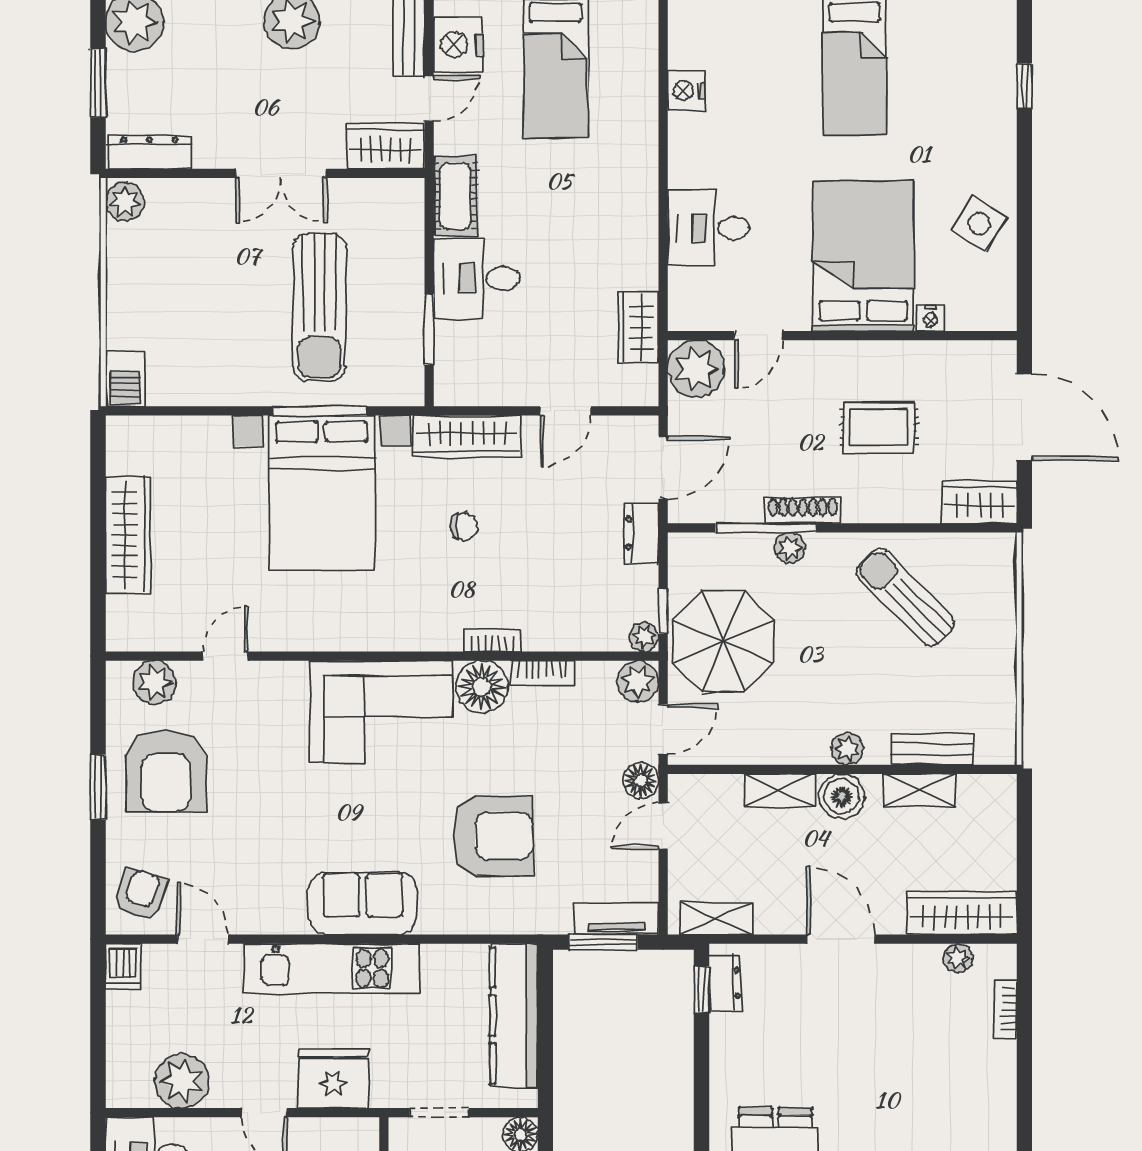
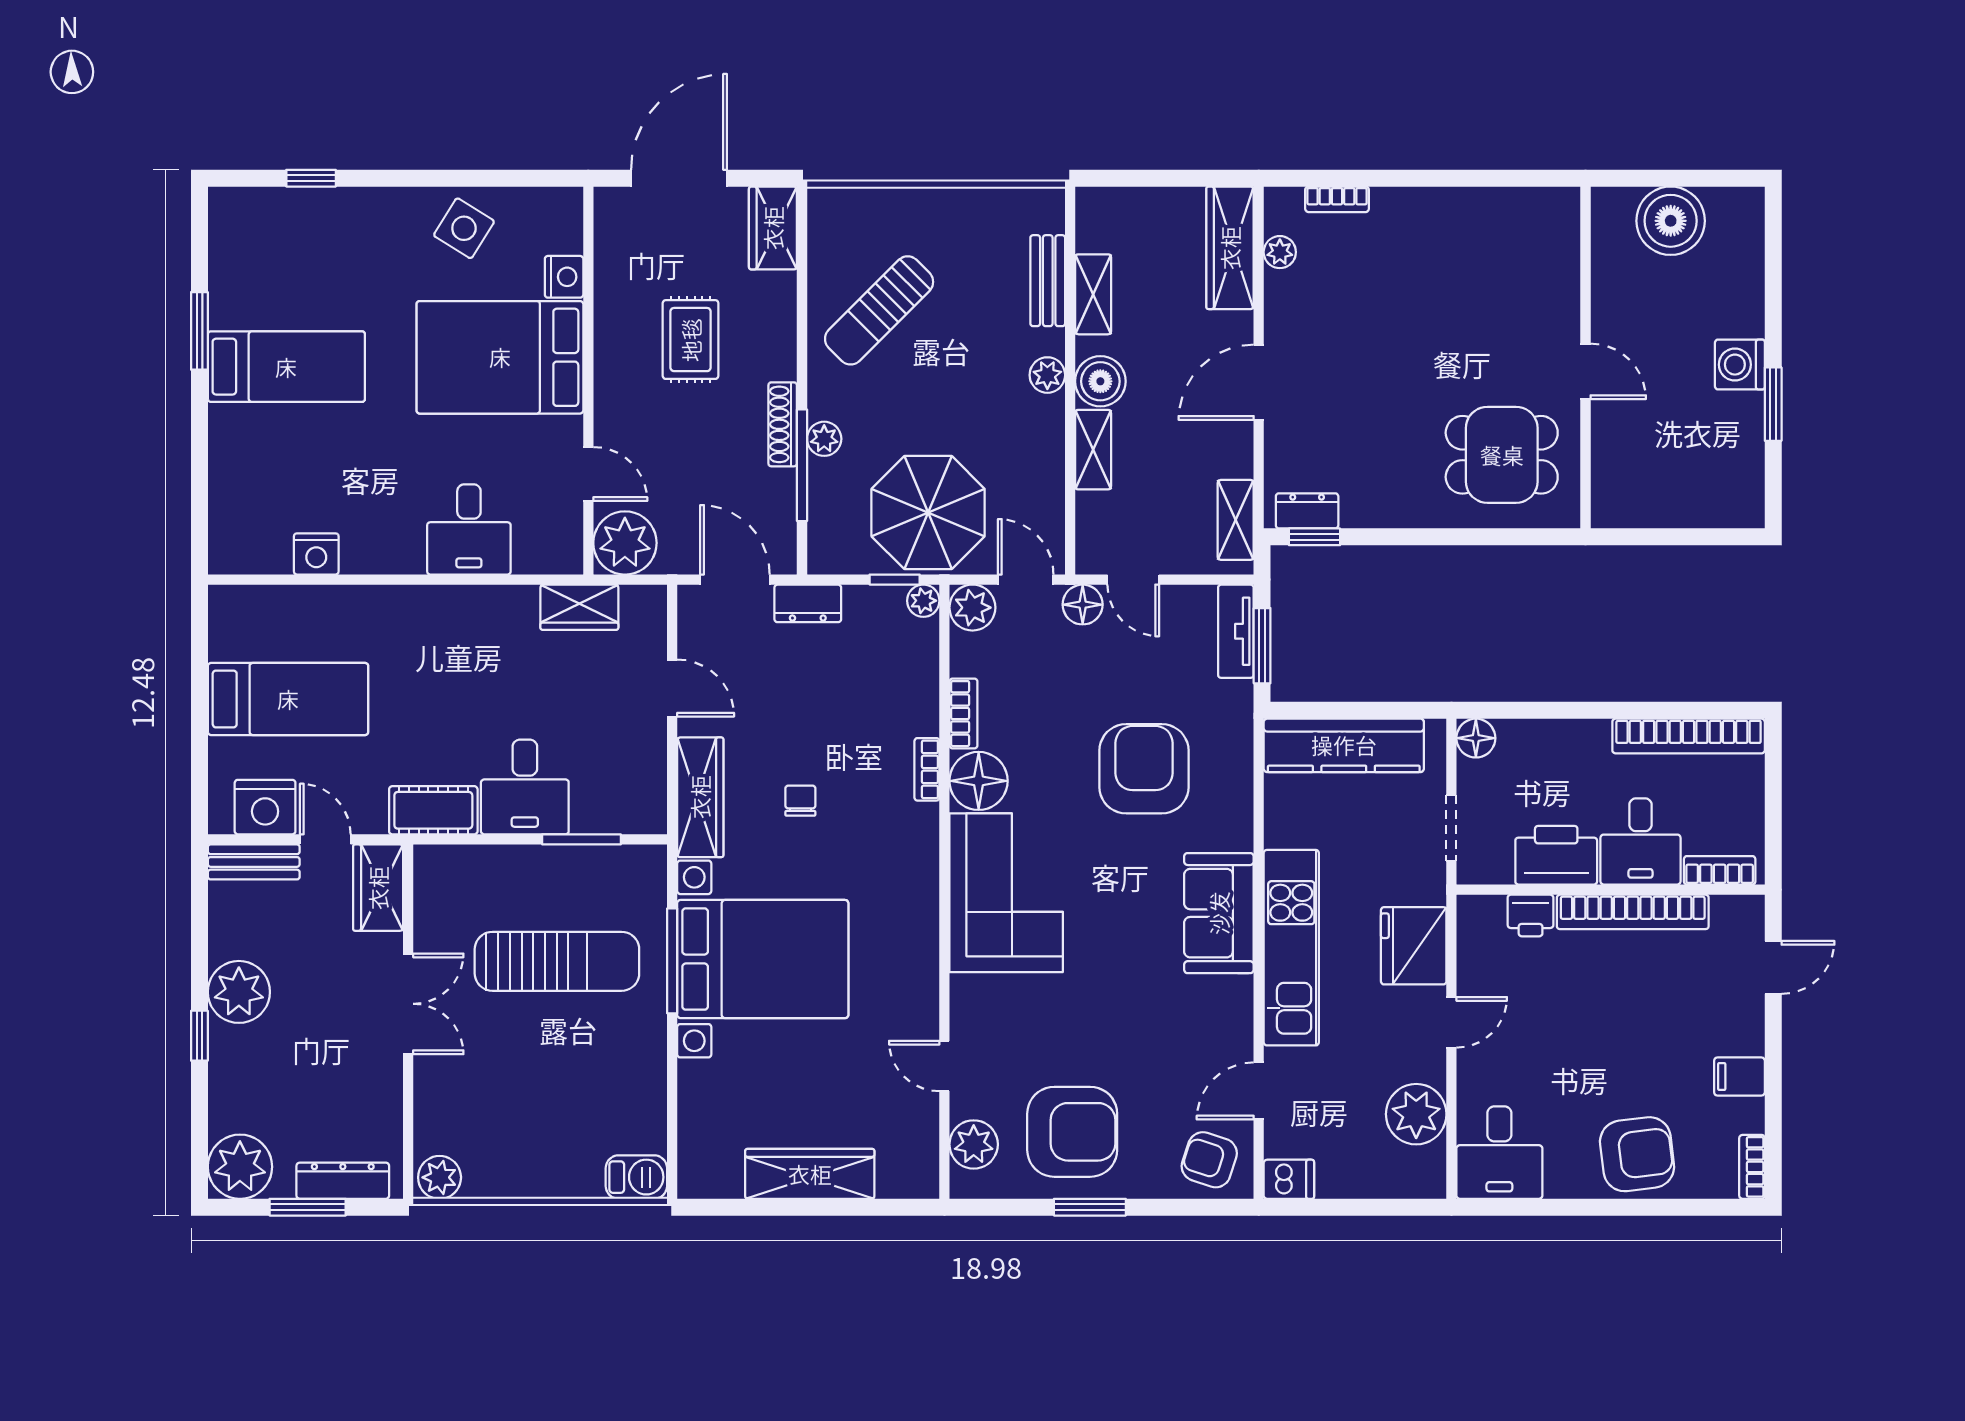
dresser: (150, 152) -> (343, 1181), moved, turned 90
nightstand: (930, 318) -> (564, 277), width x1.39, depth x1.35

